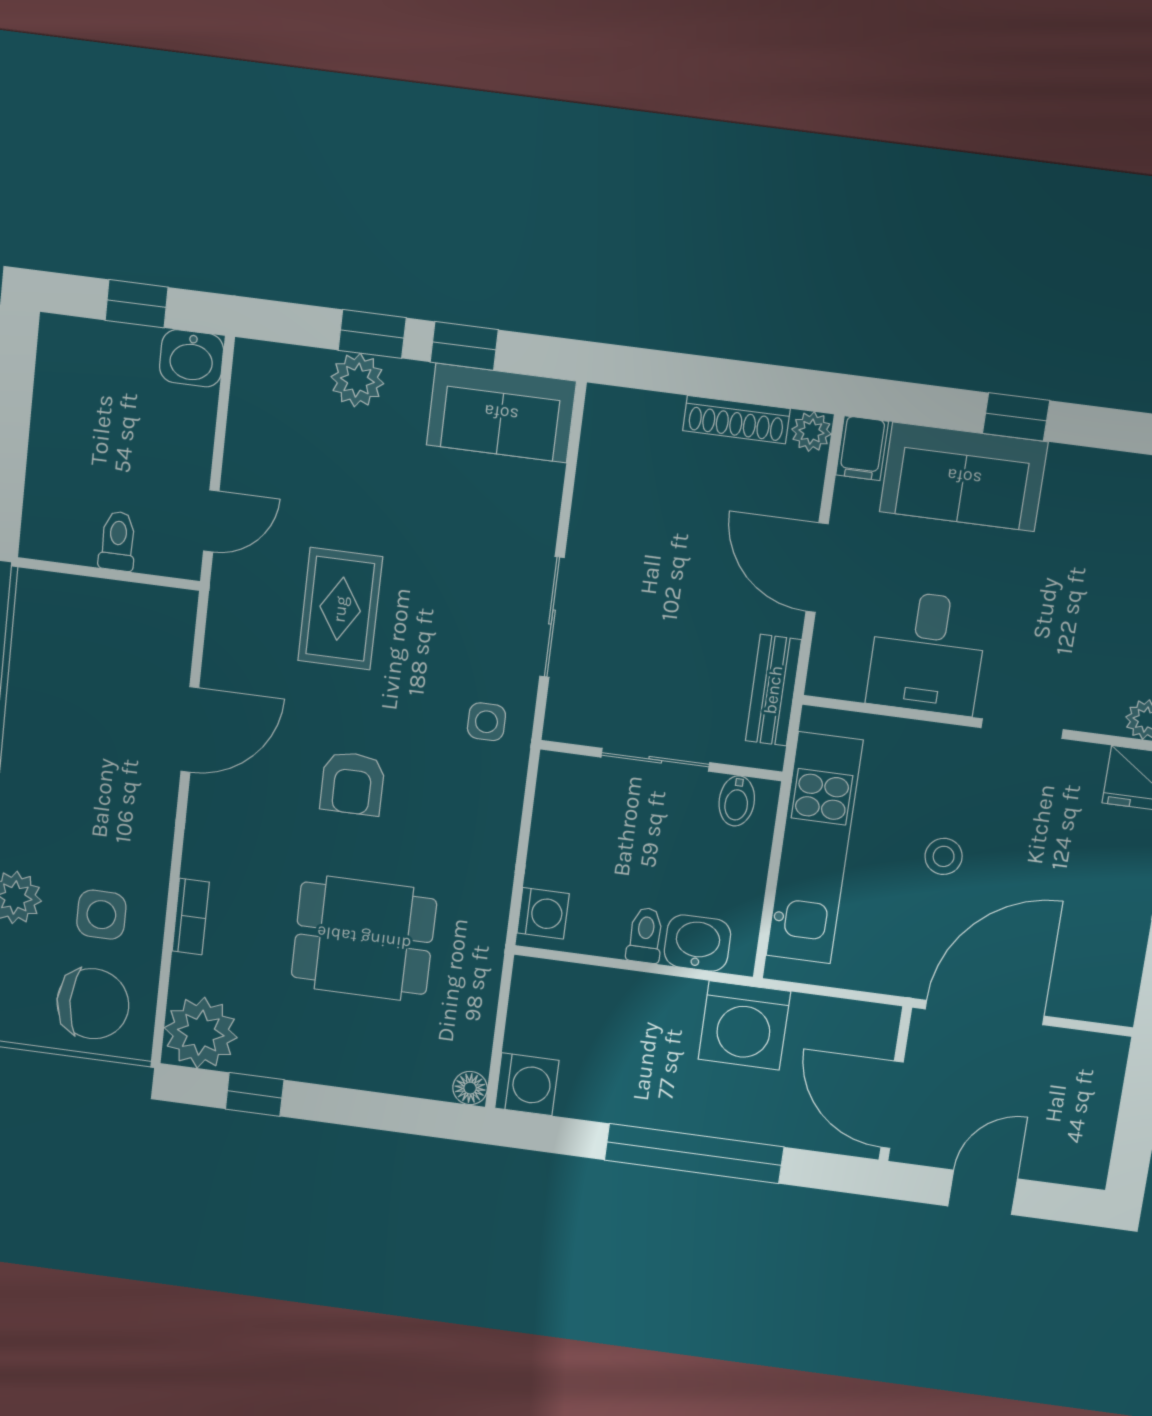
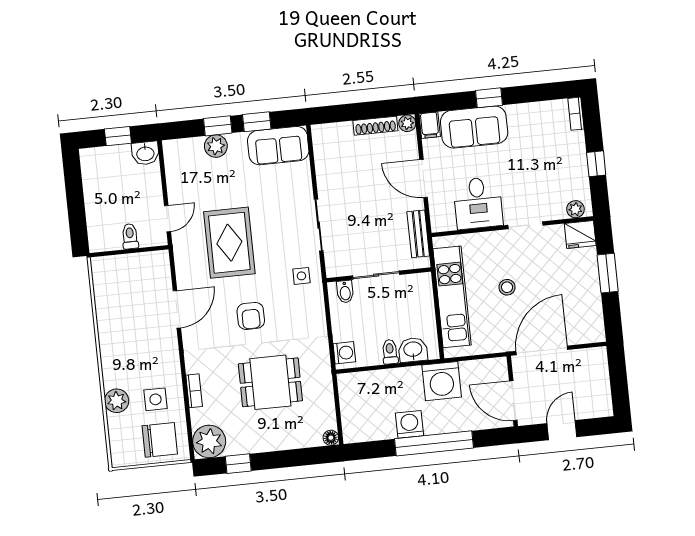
rug: (340, 609) -> (229, 243), width x1.36, depth x1.43
bidet: (737, 801) -> (345, 292), moved
washing machine: (527, 1084) -> (410, 424), moved, turned -90

